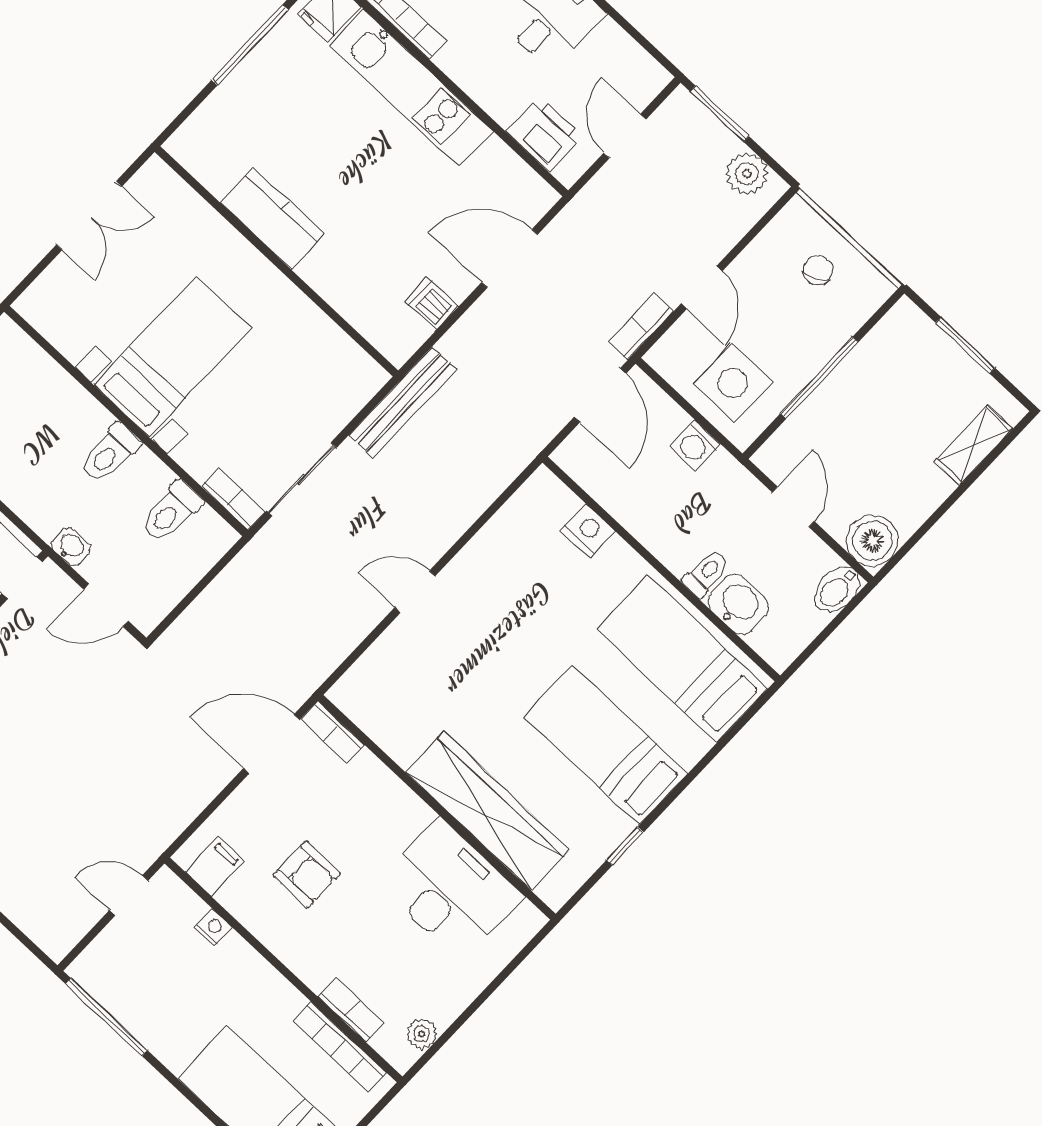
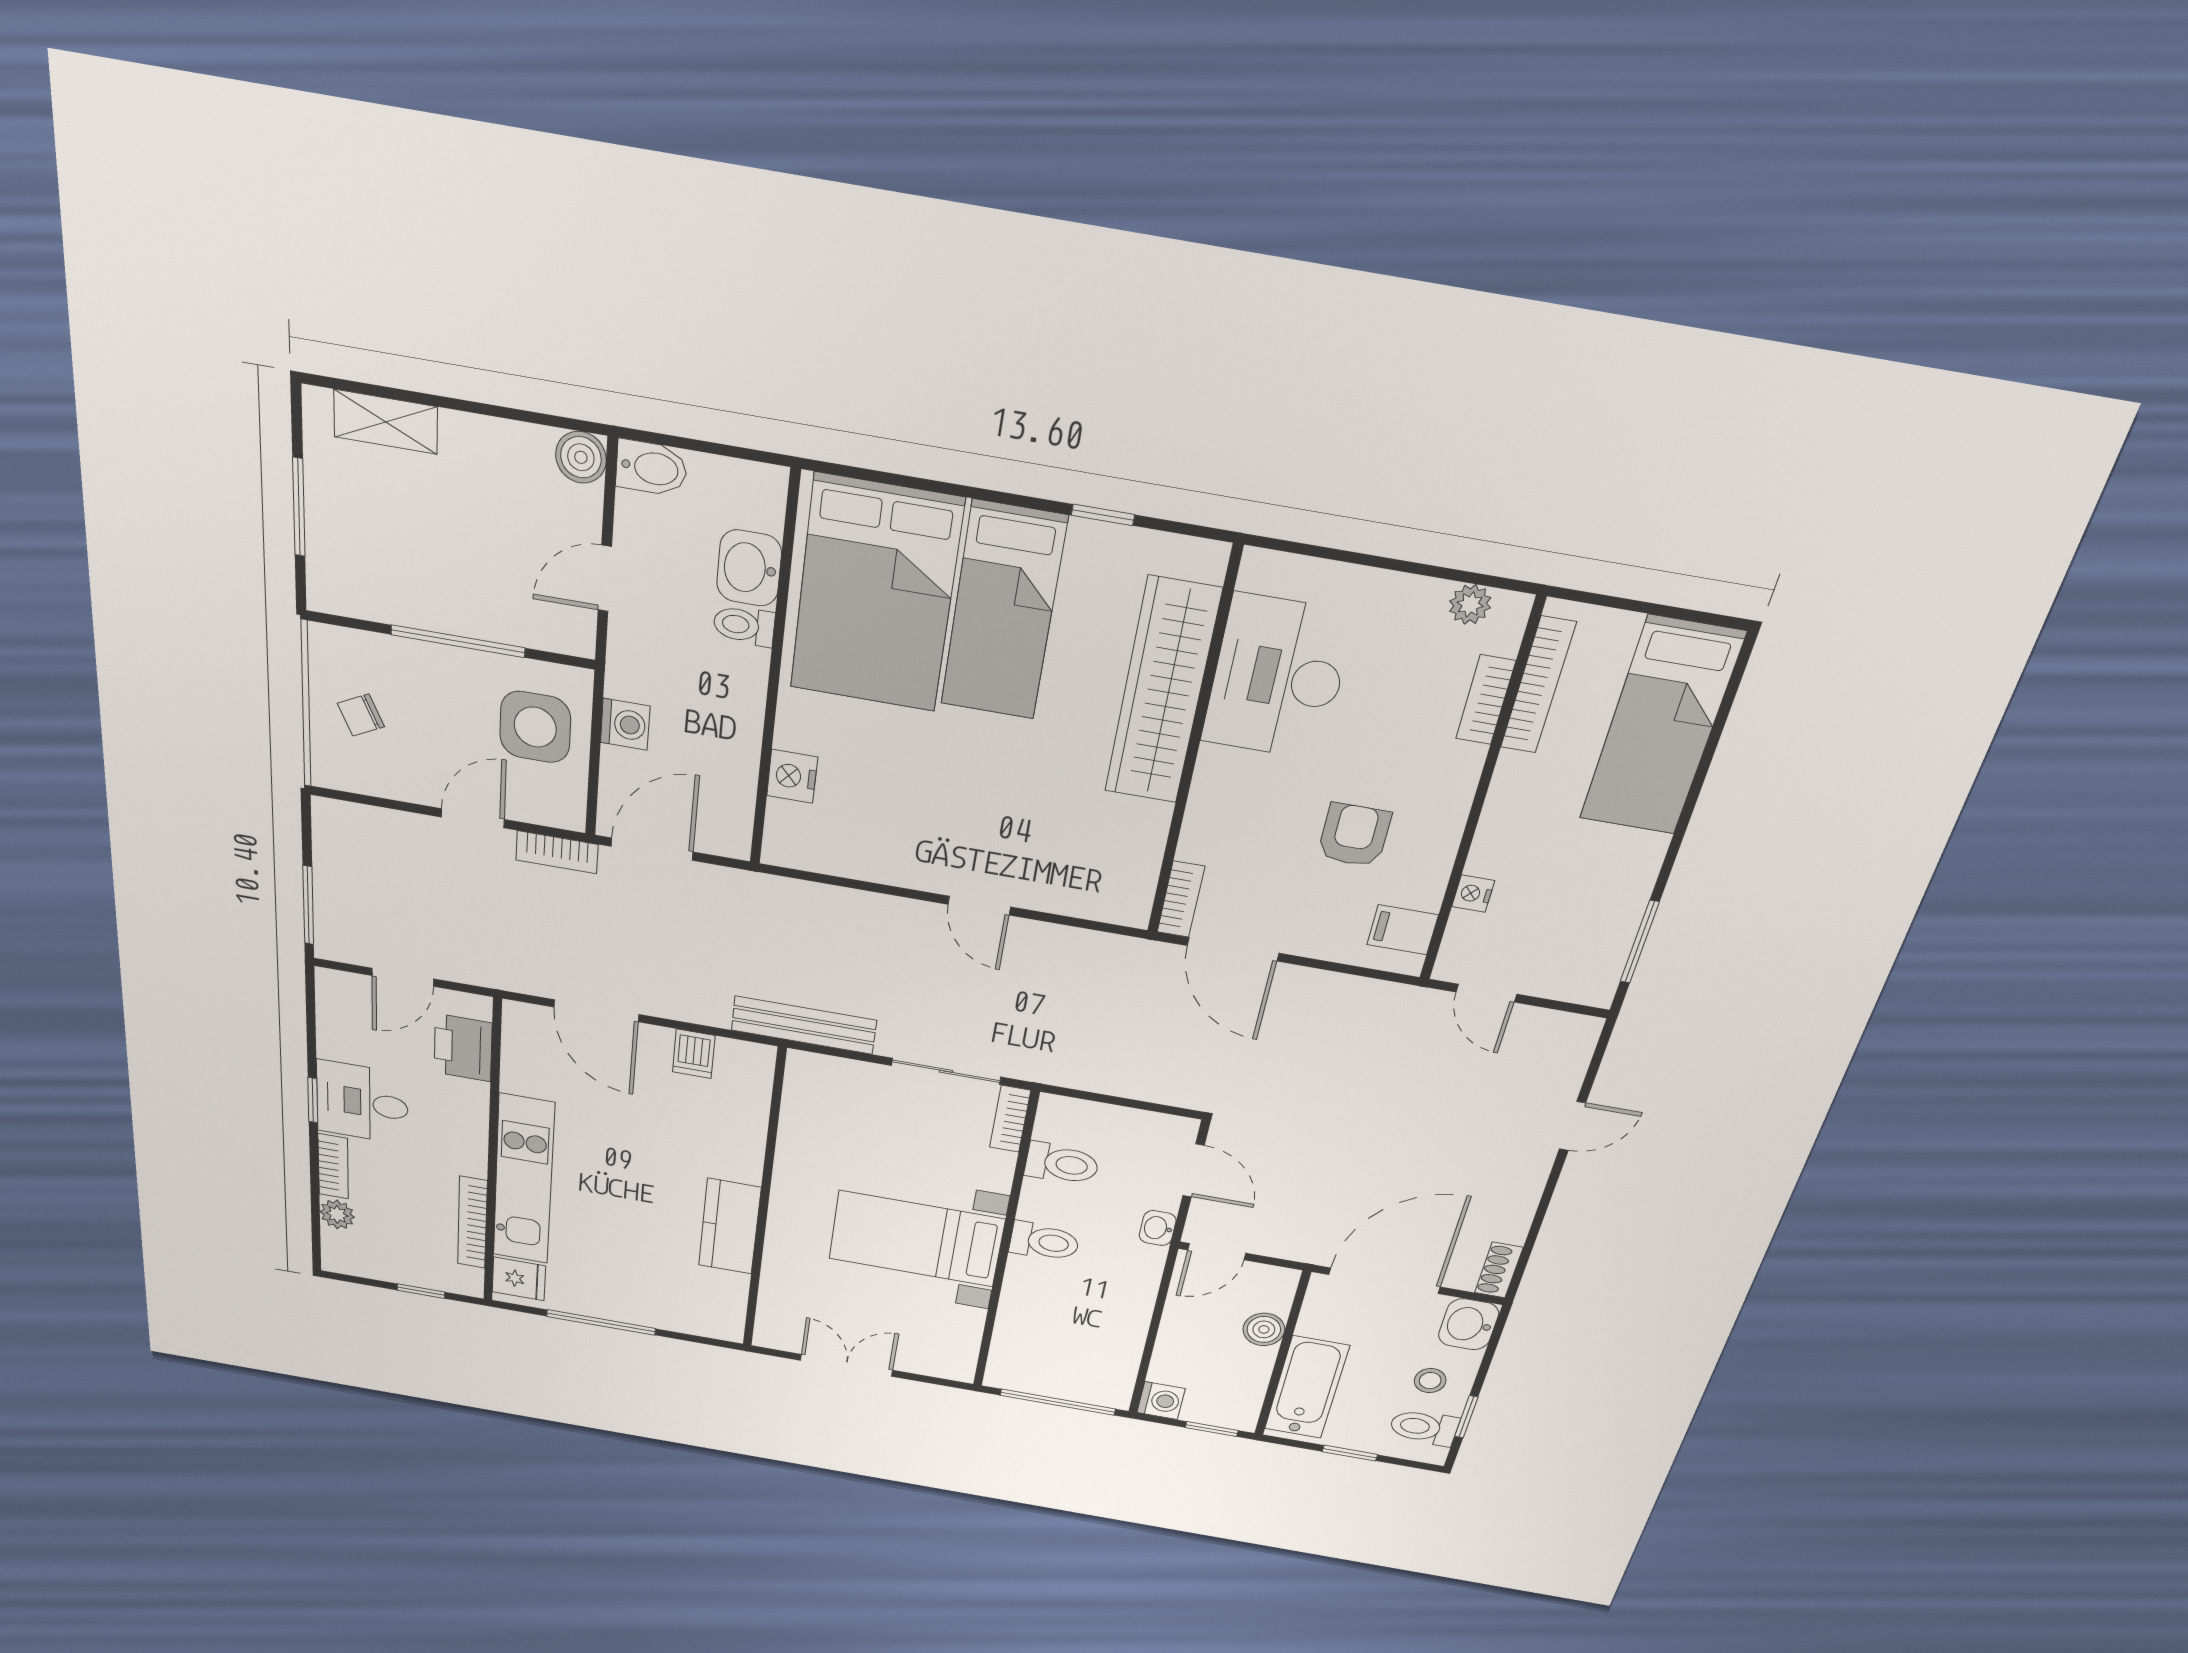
plant: (747, 174) -> (336, 845), removed
boiler: (872, 541) -> (581, 457), width x0.73, depth x0.73
bed: (682, 659) -> (876, 594), width x1.50
window: (106, 1017) -> (1640, 942), width x0.69

